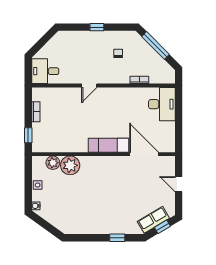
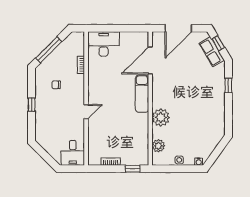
door: (89, 85) -> (86, 112), hinge flipped
plant: (70, 165) -> (161, 117), moved
door: (179, 184) -> (178, 28), width x1.87

